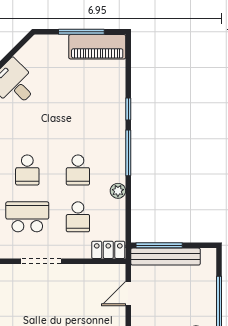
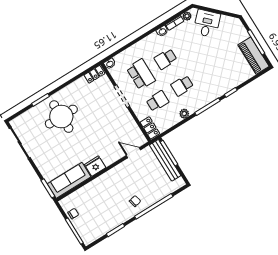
school desk: (78, 217) -> (157, 101), turned 180

